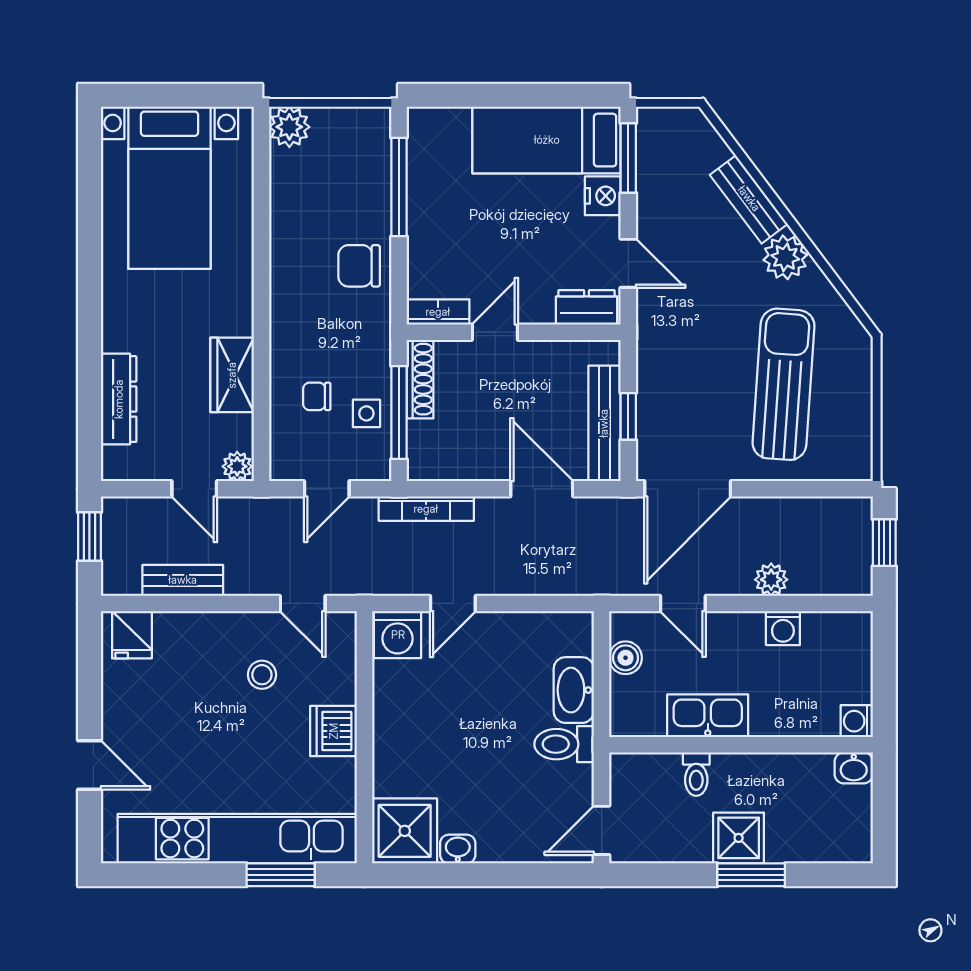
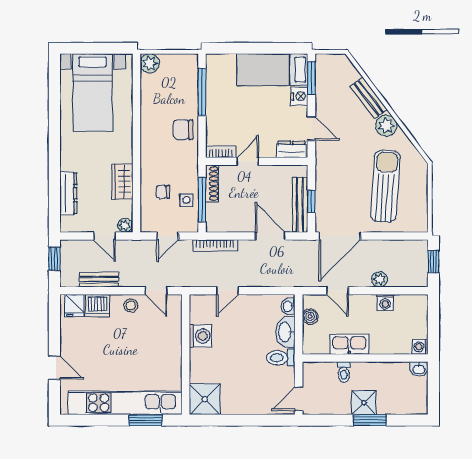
washing machine: (398, 635) -> (200, 336), moved, turned -90
stool: (262, 675) -> (131, 305), moved
dishwasher: (334, 731) -> (98, 305), moved, turned -90
washbasin: (458, 849) -> (288, 306), moved, turned -90

